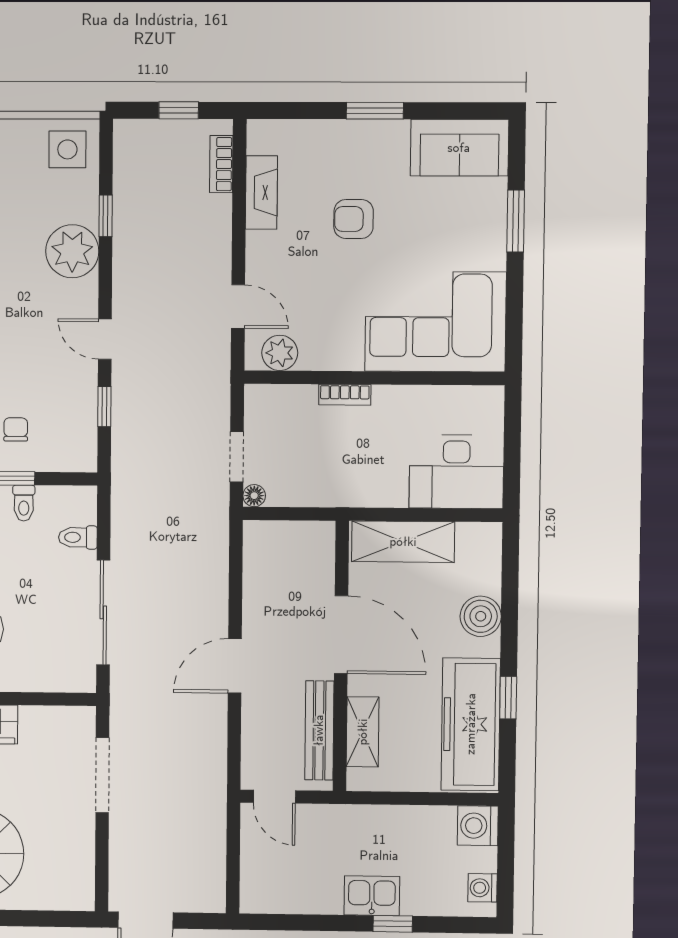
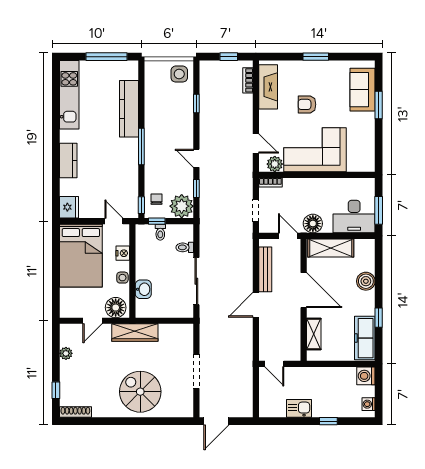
sofa: (459, 148) -> (363, 90), moved, turned 90
fireplace: (261, 192) -> (268, 87), width x1.37, depth x1.32
plant: (72, 251) -> (182, 206), moved
corner sofa: (436, 322) -> (315, 150), moved
bookcase: (345, 395) -> (270, 183), moved
window: (512, 458) -> (379, 210), added
floor lamp: (254, 496) -> (313, 224), moved, width x1.89, depth x1.89
door: (307, 514) -> (288, 236), added
freezer: (471, 724) -> (365, 338), width x0.73, depth x0.79
bench: (319, 730) -> (265, 269), moved
doorway: (102, 775) -> (196, 371), moved
kitchen sink: (372, 896) -> (299, 408), moved

